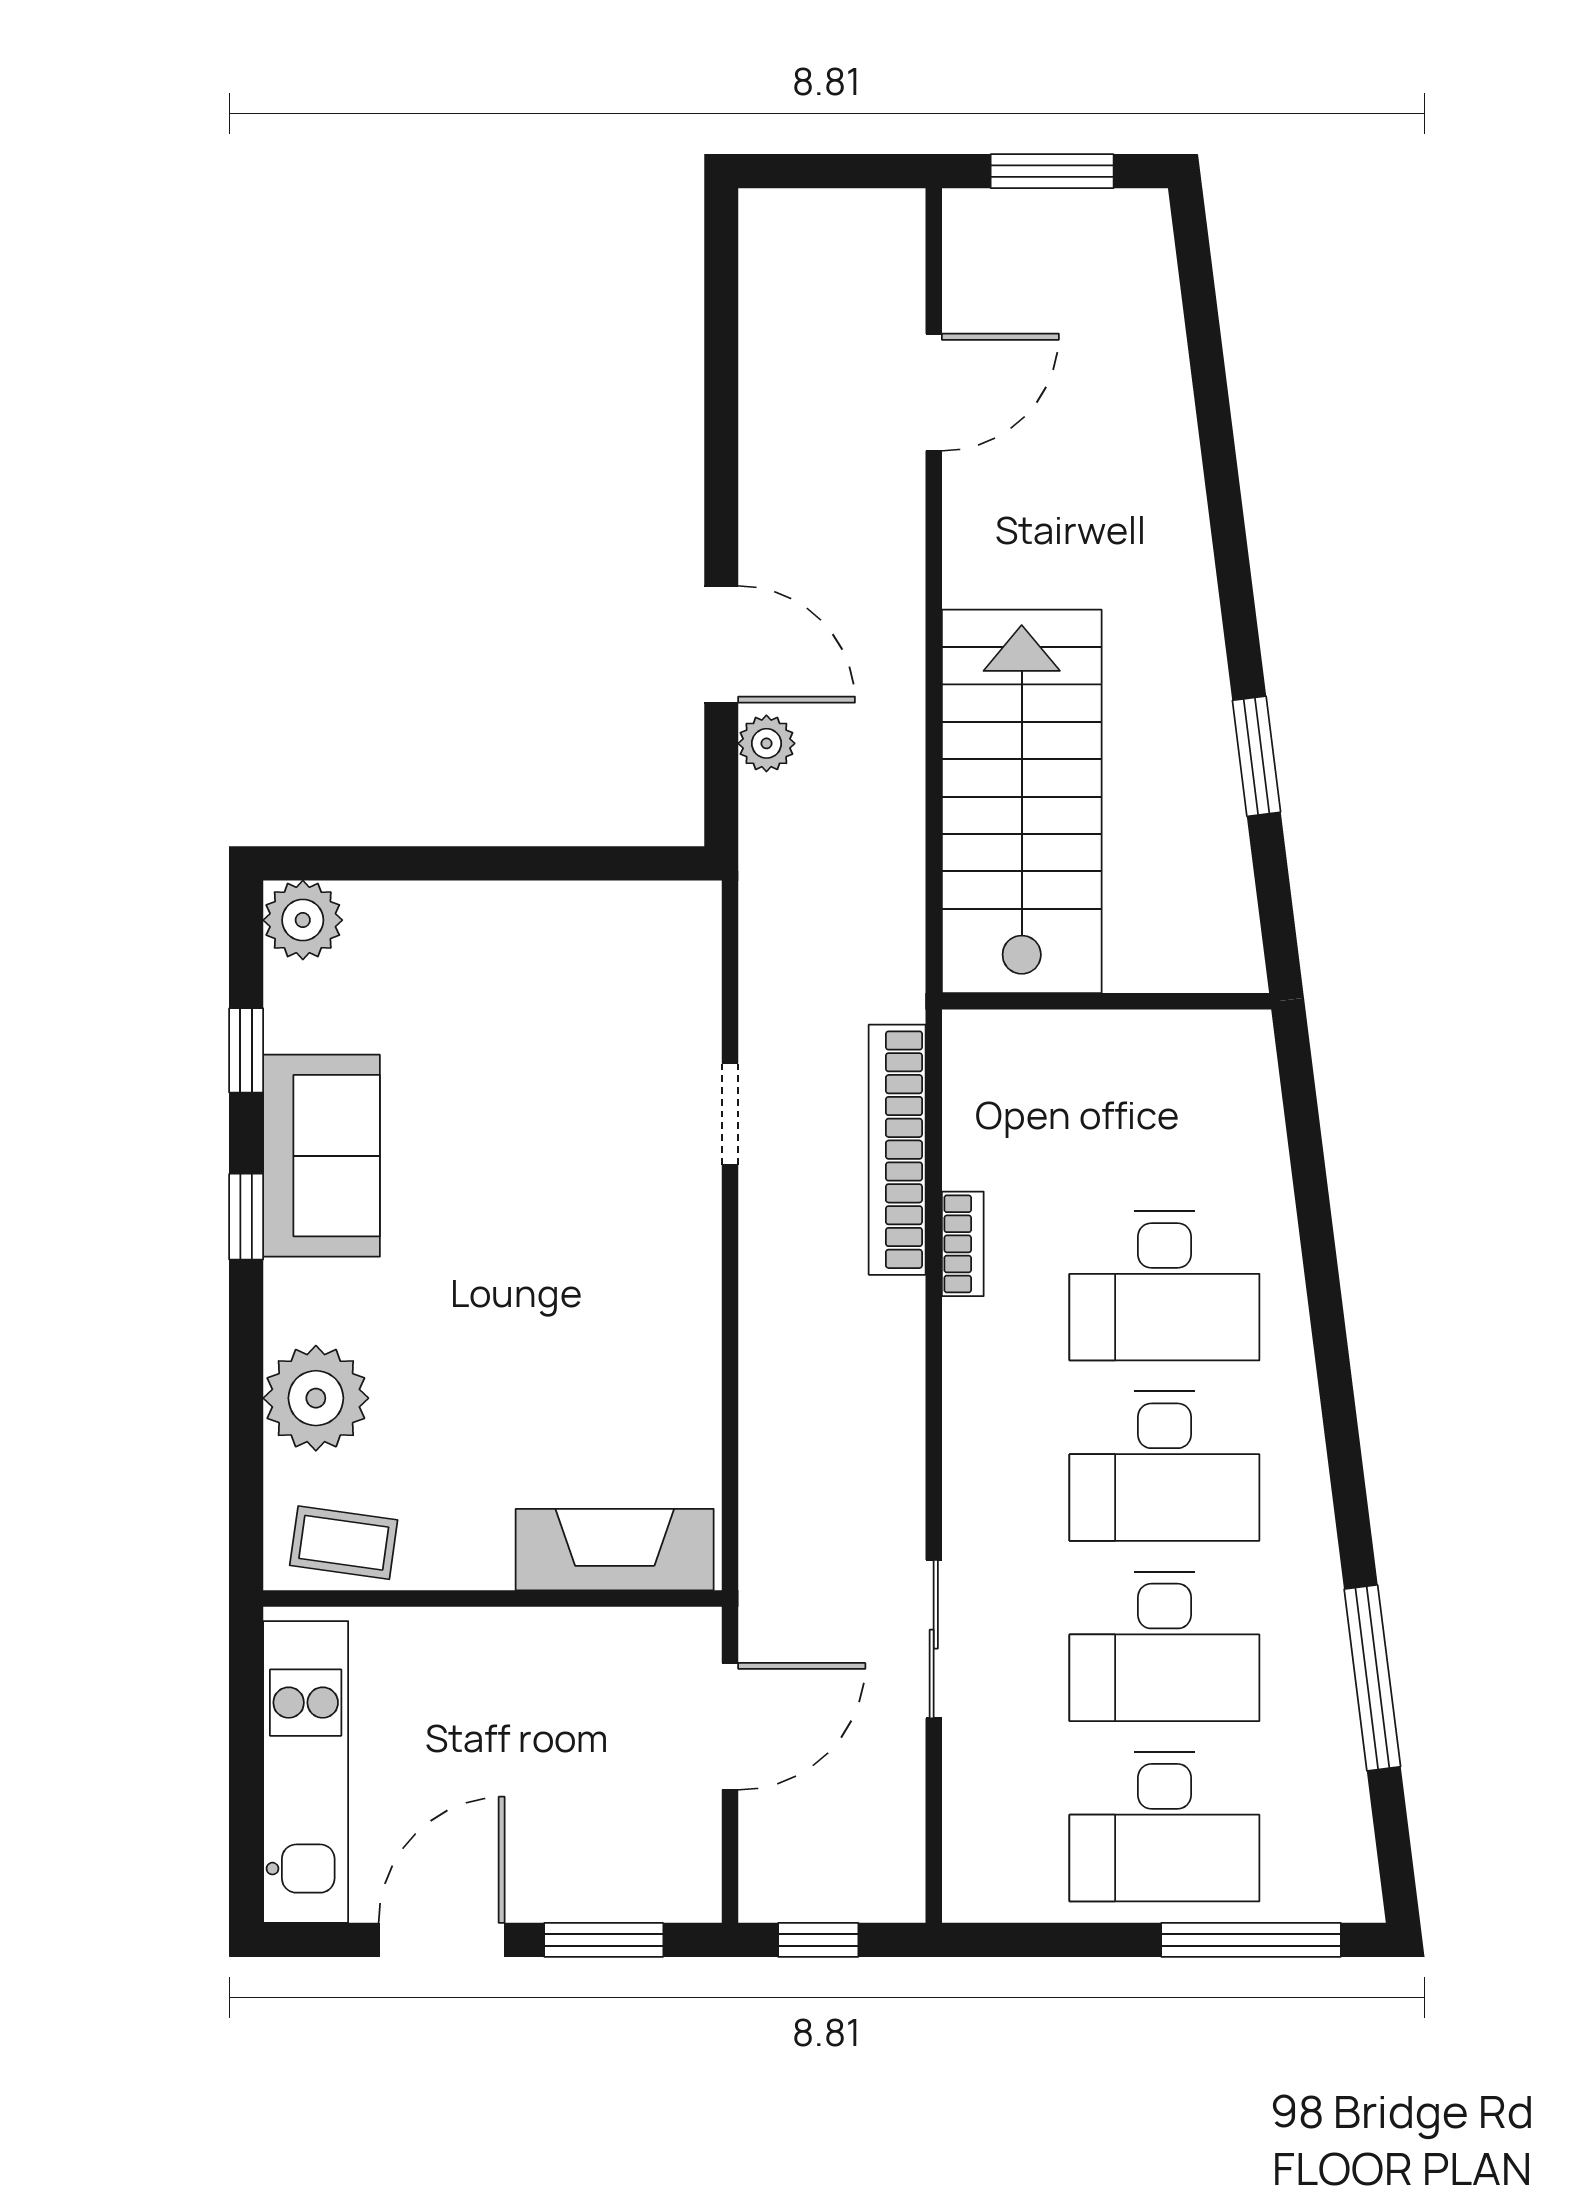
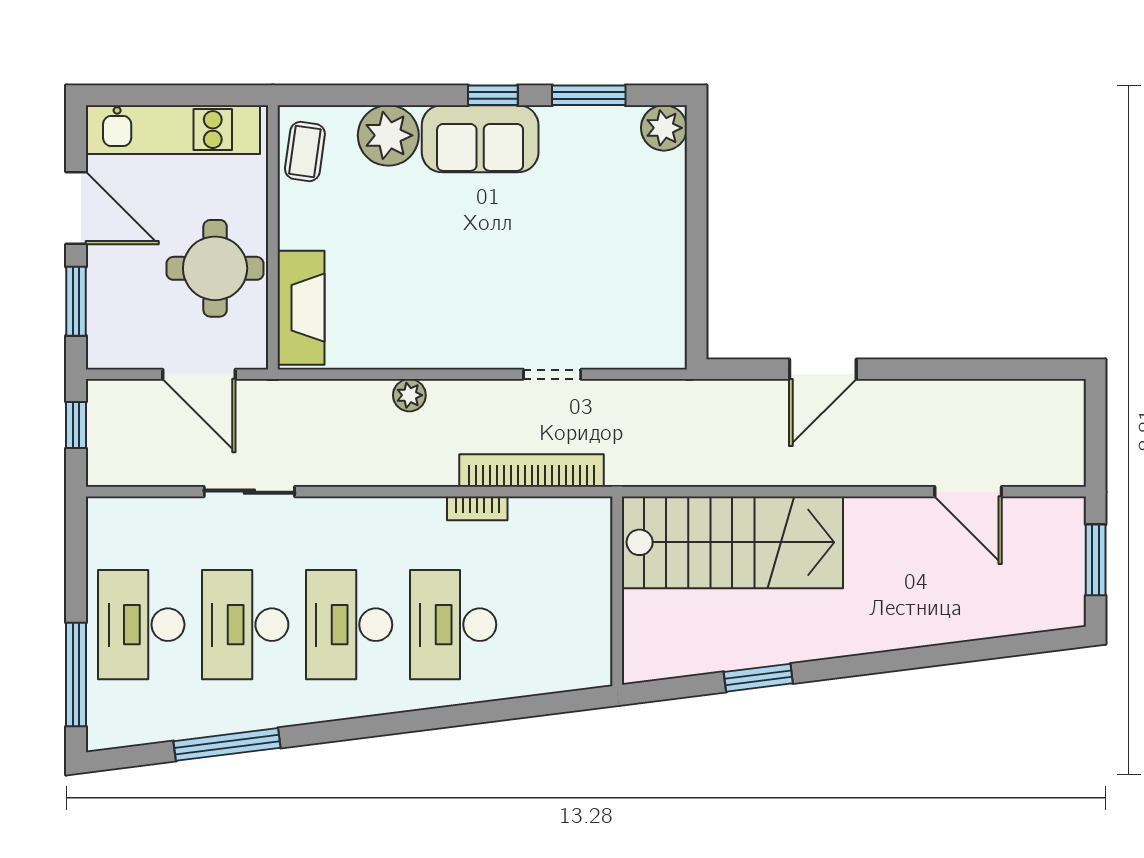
plant: (766, 743) -> (409, 395), moved
window: (246, 1050) -> (589, 95), width x1.50
sofa: (322, 1156) -> (480, 139), moved
round table: (546, 1699) -> (215, 268), added

